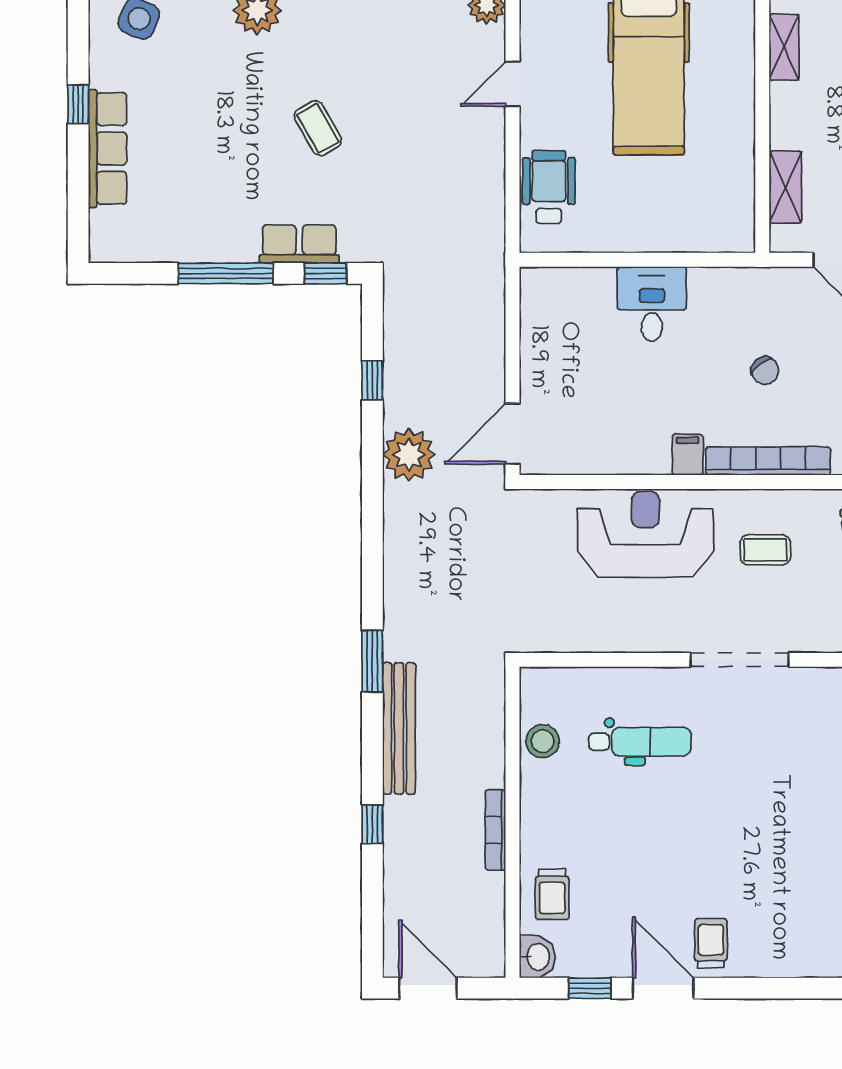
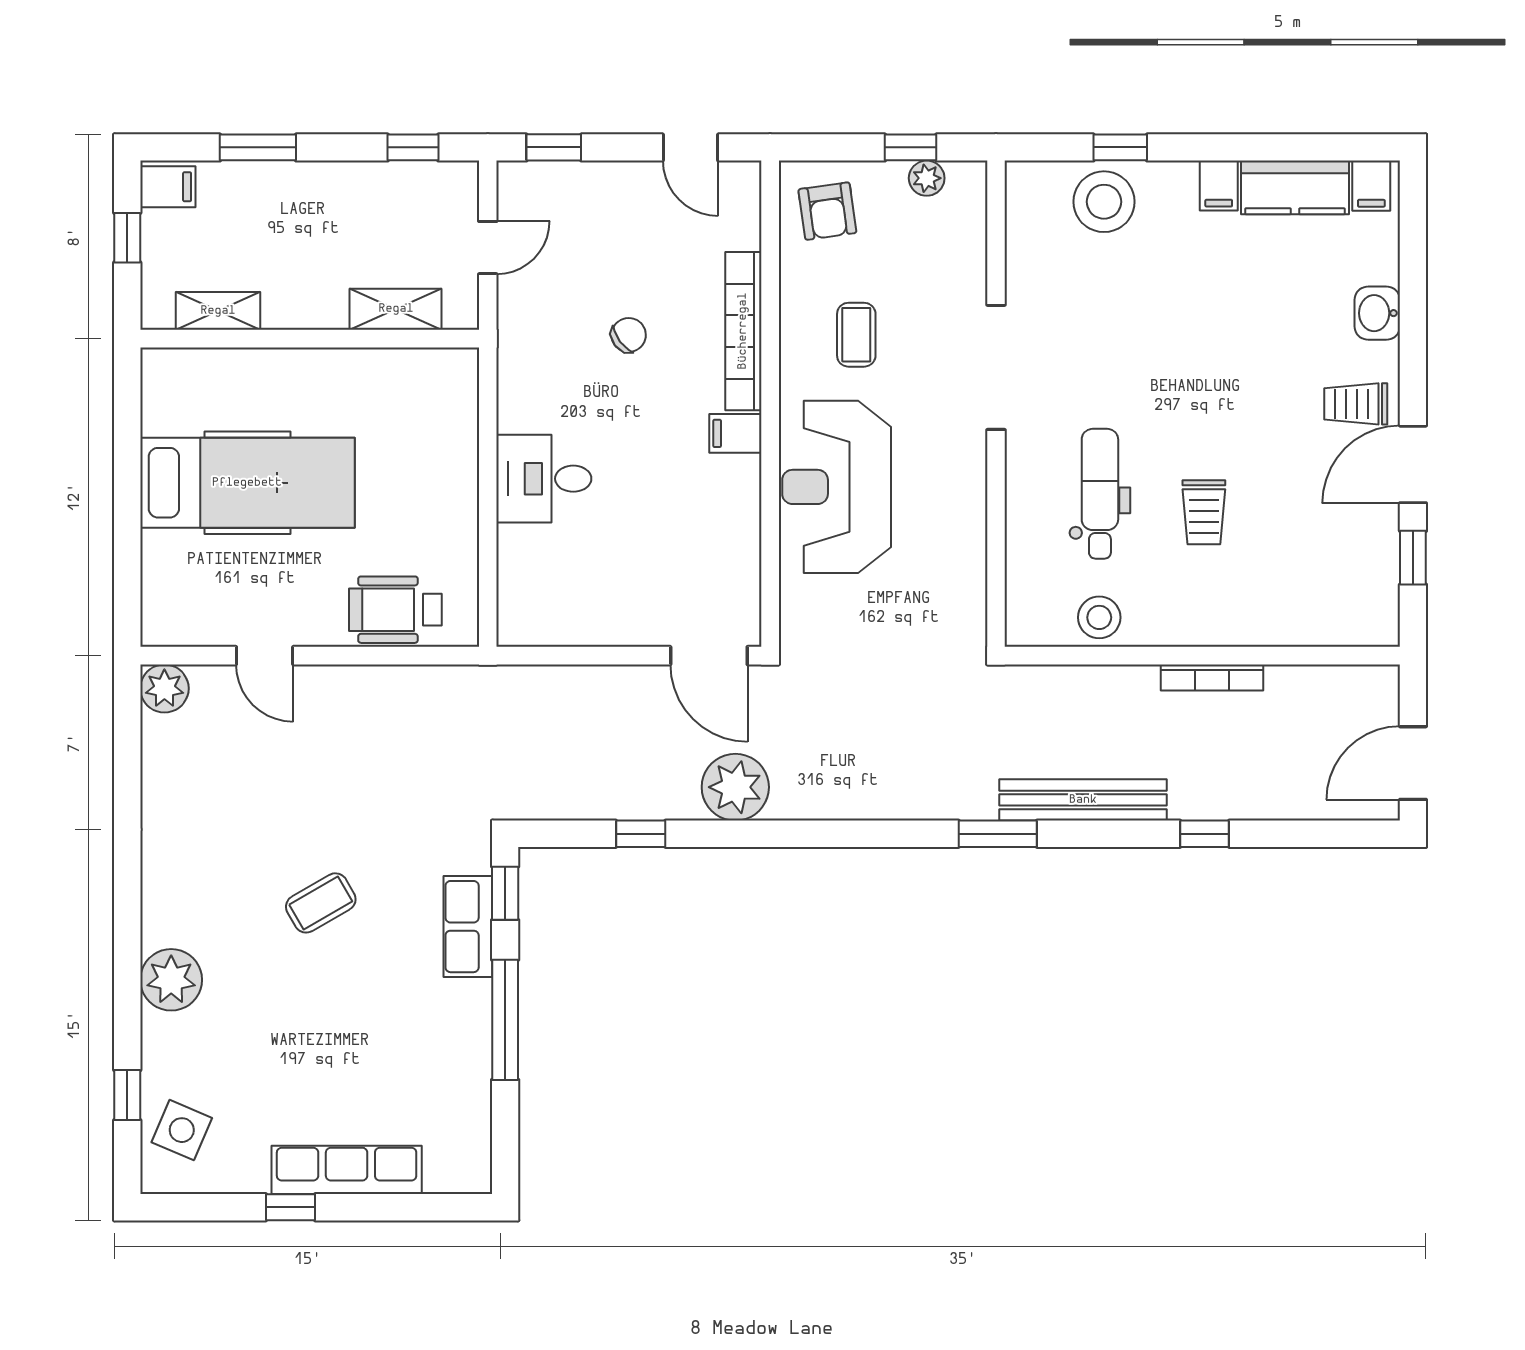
trolley: (552, 894) -> (1204, 512), moved, turned 90
washbasin: (537, 957) -> (1377, 313), moved, turned -90

